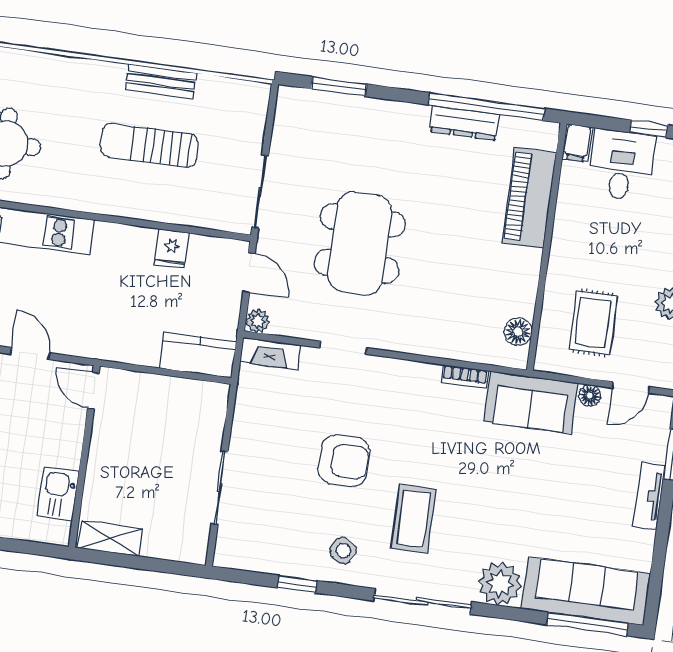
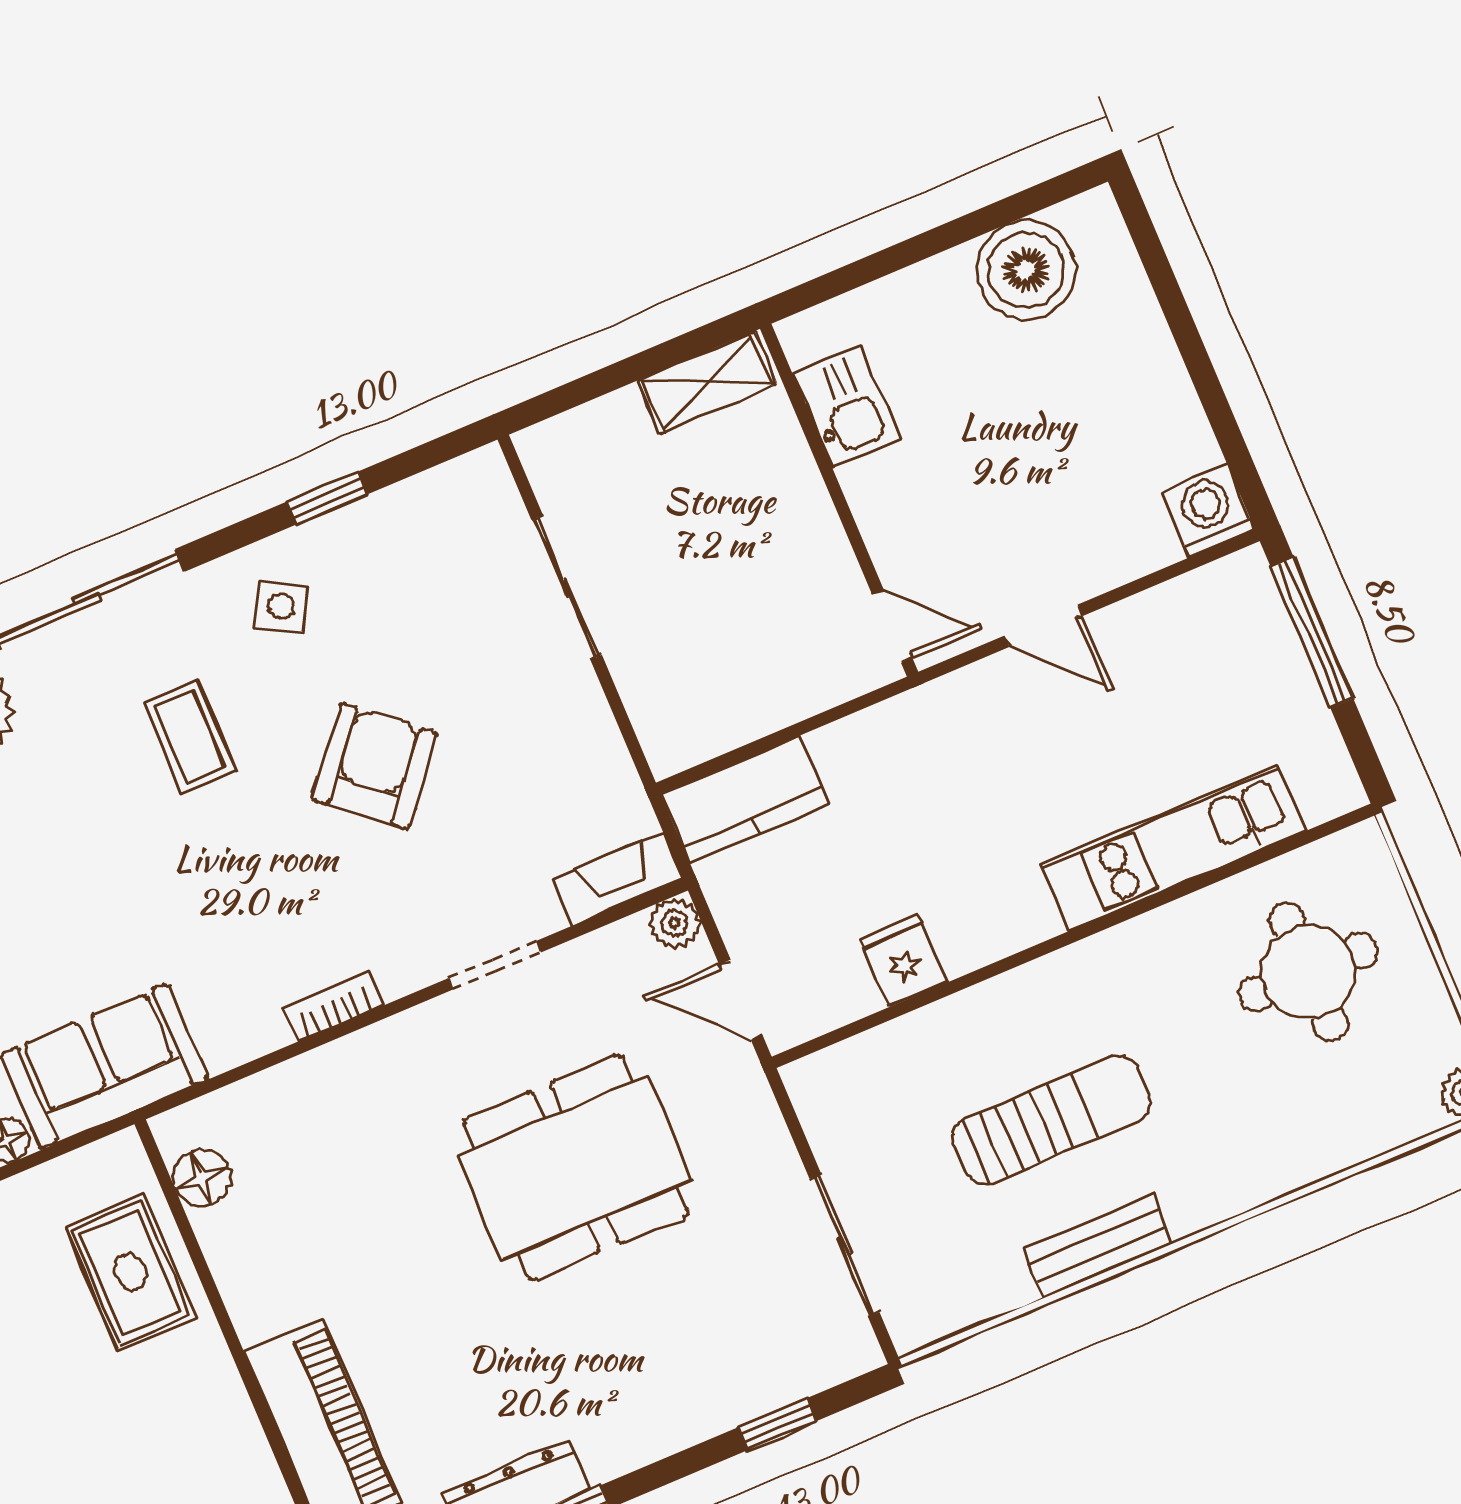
window: (339, 86) -> (777, 1424), width x0.67
sliding door: (260, 192) -> (845, 1245), moved
dining table: (360, 243) -> (575, 1168), turned 90
rug: (593, 323) -> (130, 1272), moved
bookcase: (465, 377) -> (333, 1007), moved
armchair: (344, 461) -> (374, 766), turned 130
coffee table: (414, 519) -> (190, 736), width x0.73, depth x0.77

